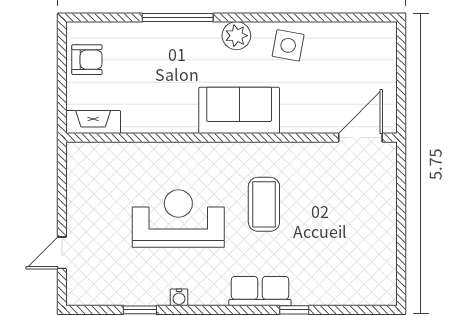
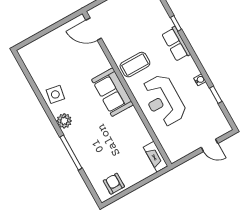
sofa: (239, 110) -> (112, 92), moved
fireplace: (93, 122) -> (156, 157), moved
wall: (231, 138) -> (127, 89), moved
door: (360, 138) -> (94, 29), moved

